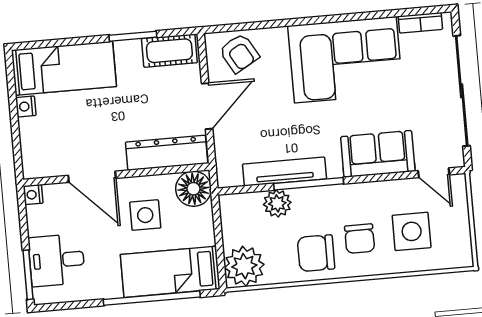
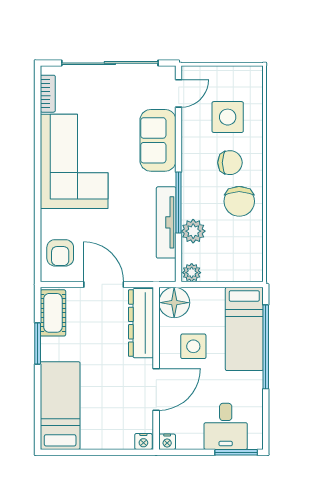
armchair: (239, 53) -> (60, 253), turned 120
nightstand: (26, 106) -> (143, 441), moved
plant: (244, 266) -> (192, 273), moved, width x0.53, depth x0.53

